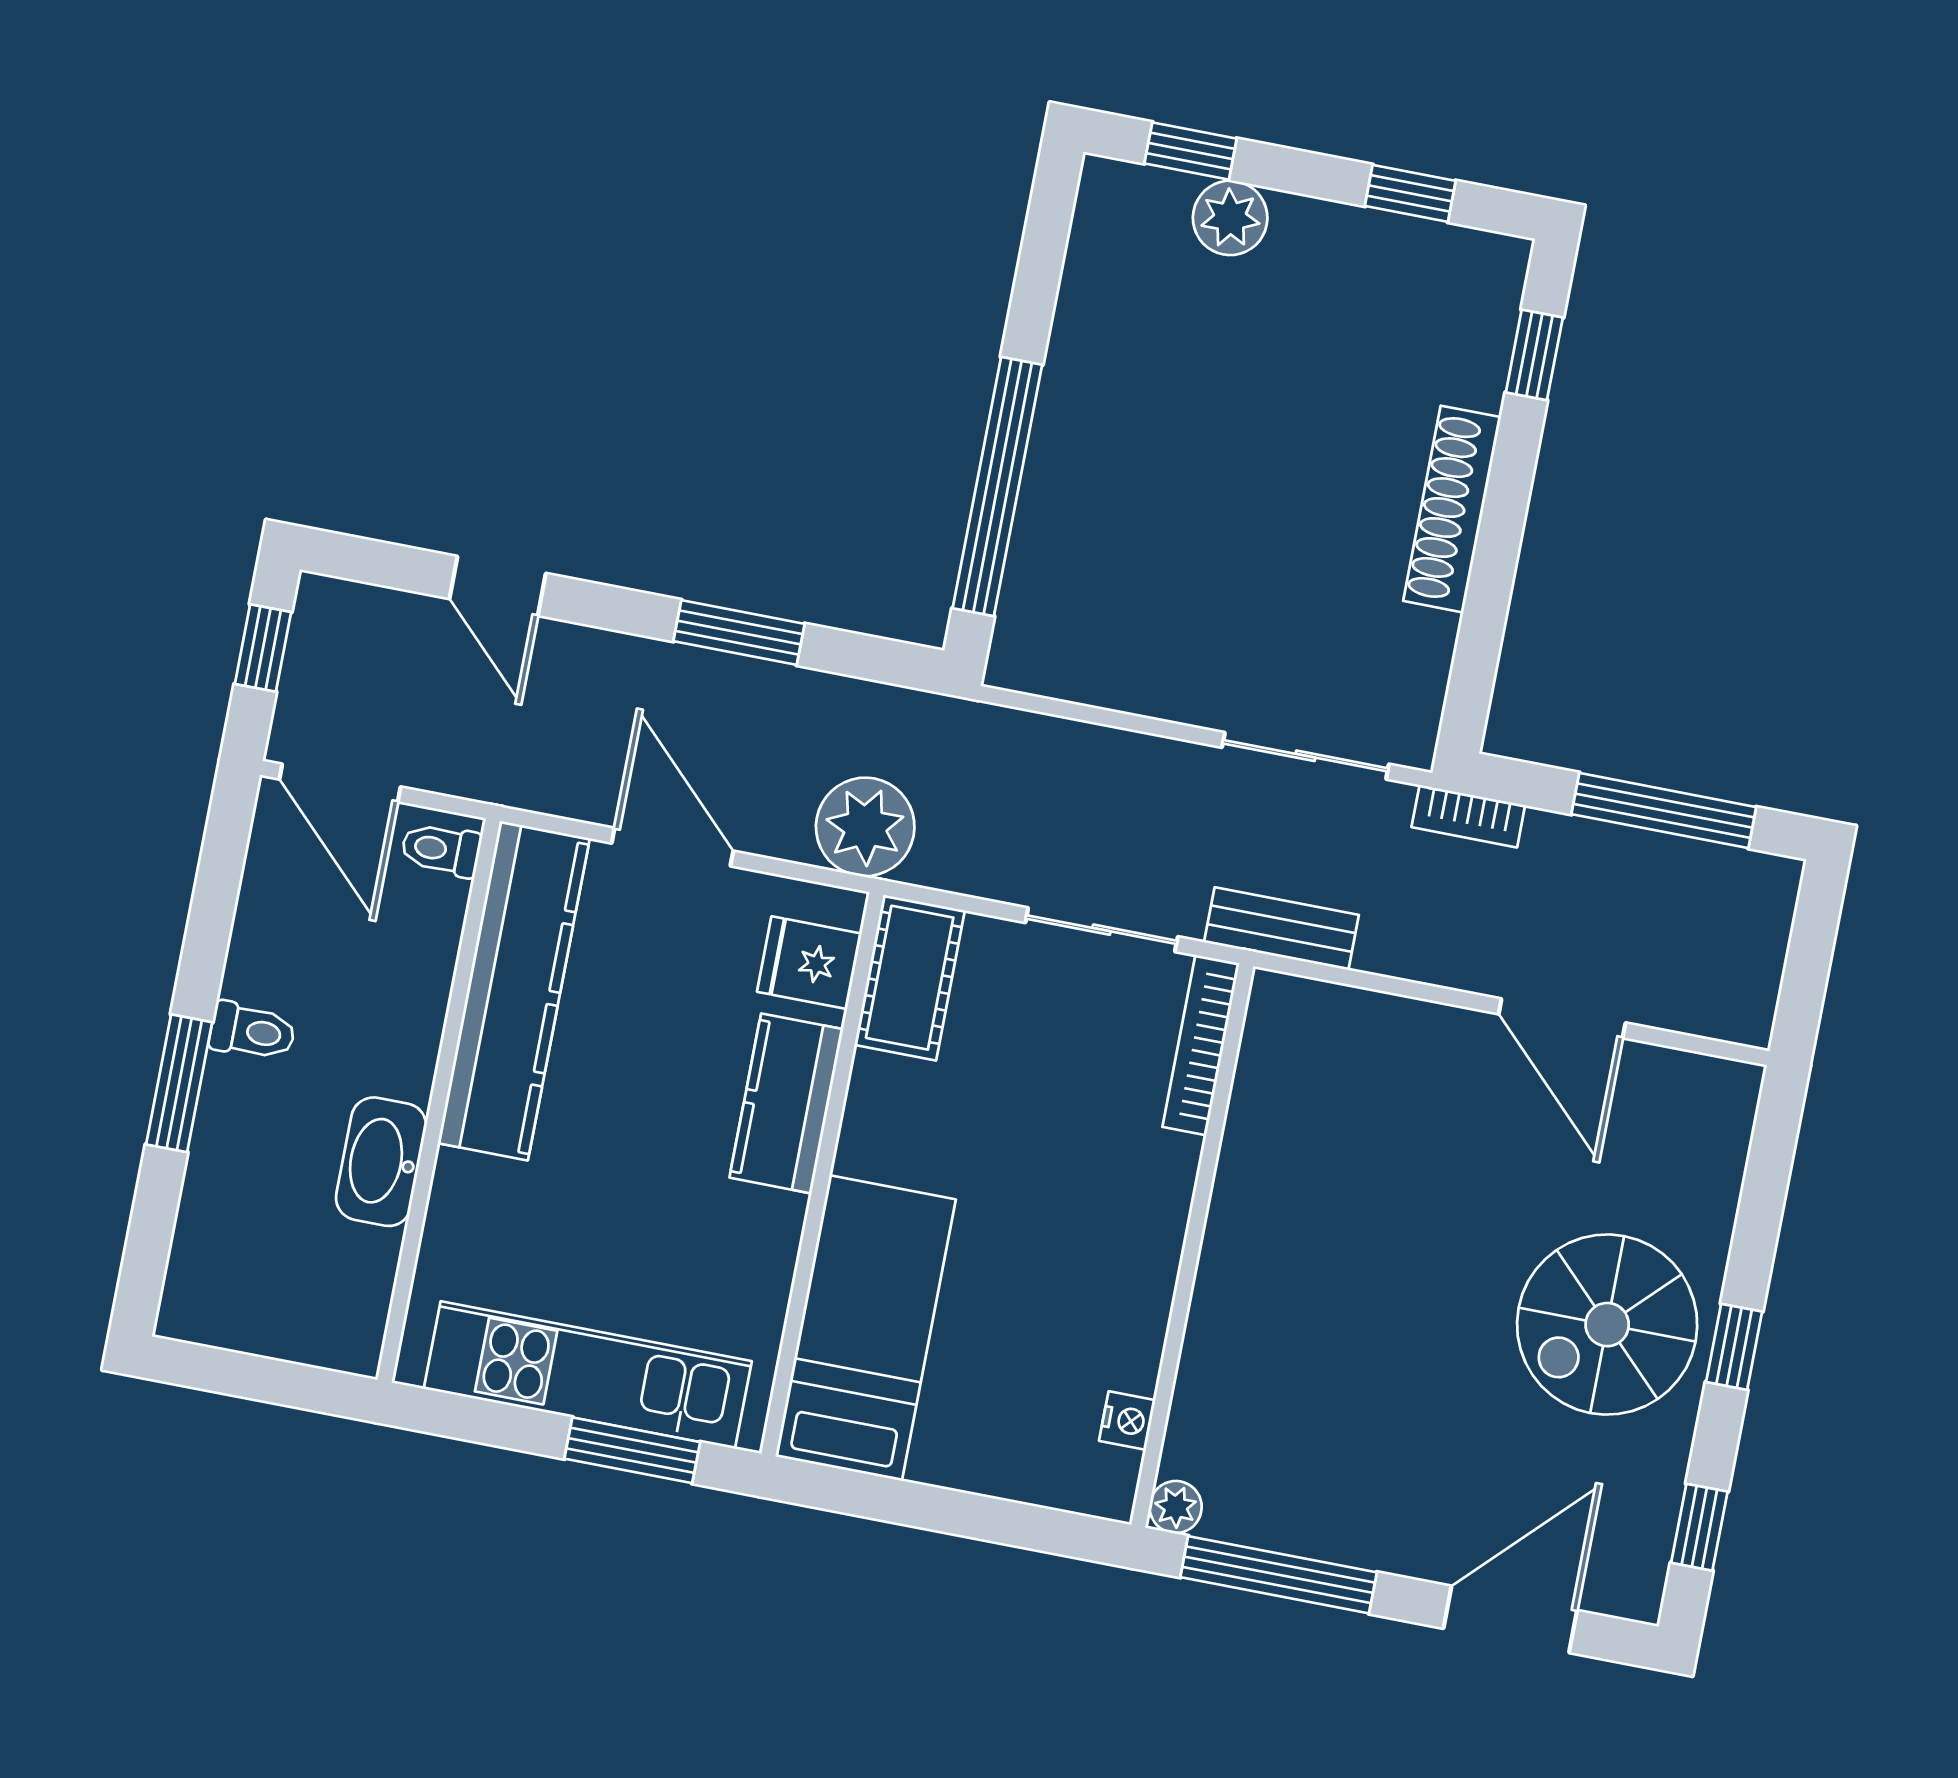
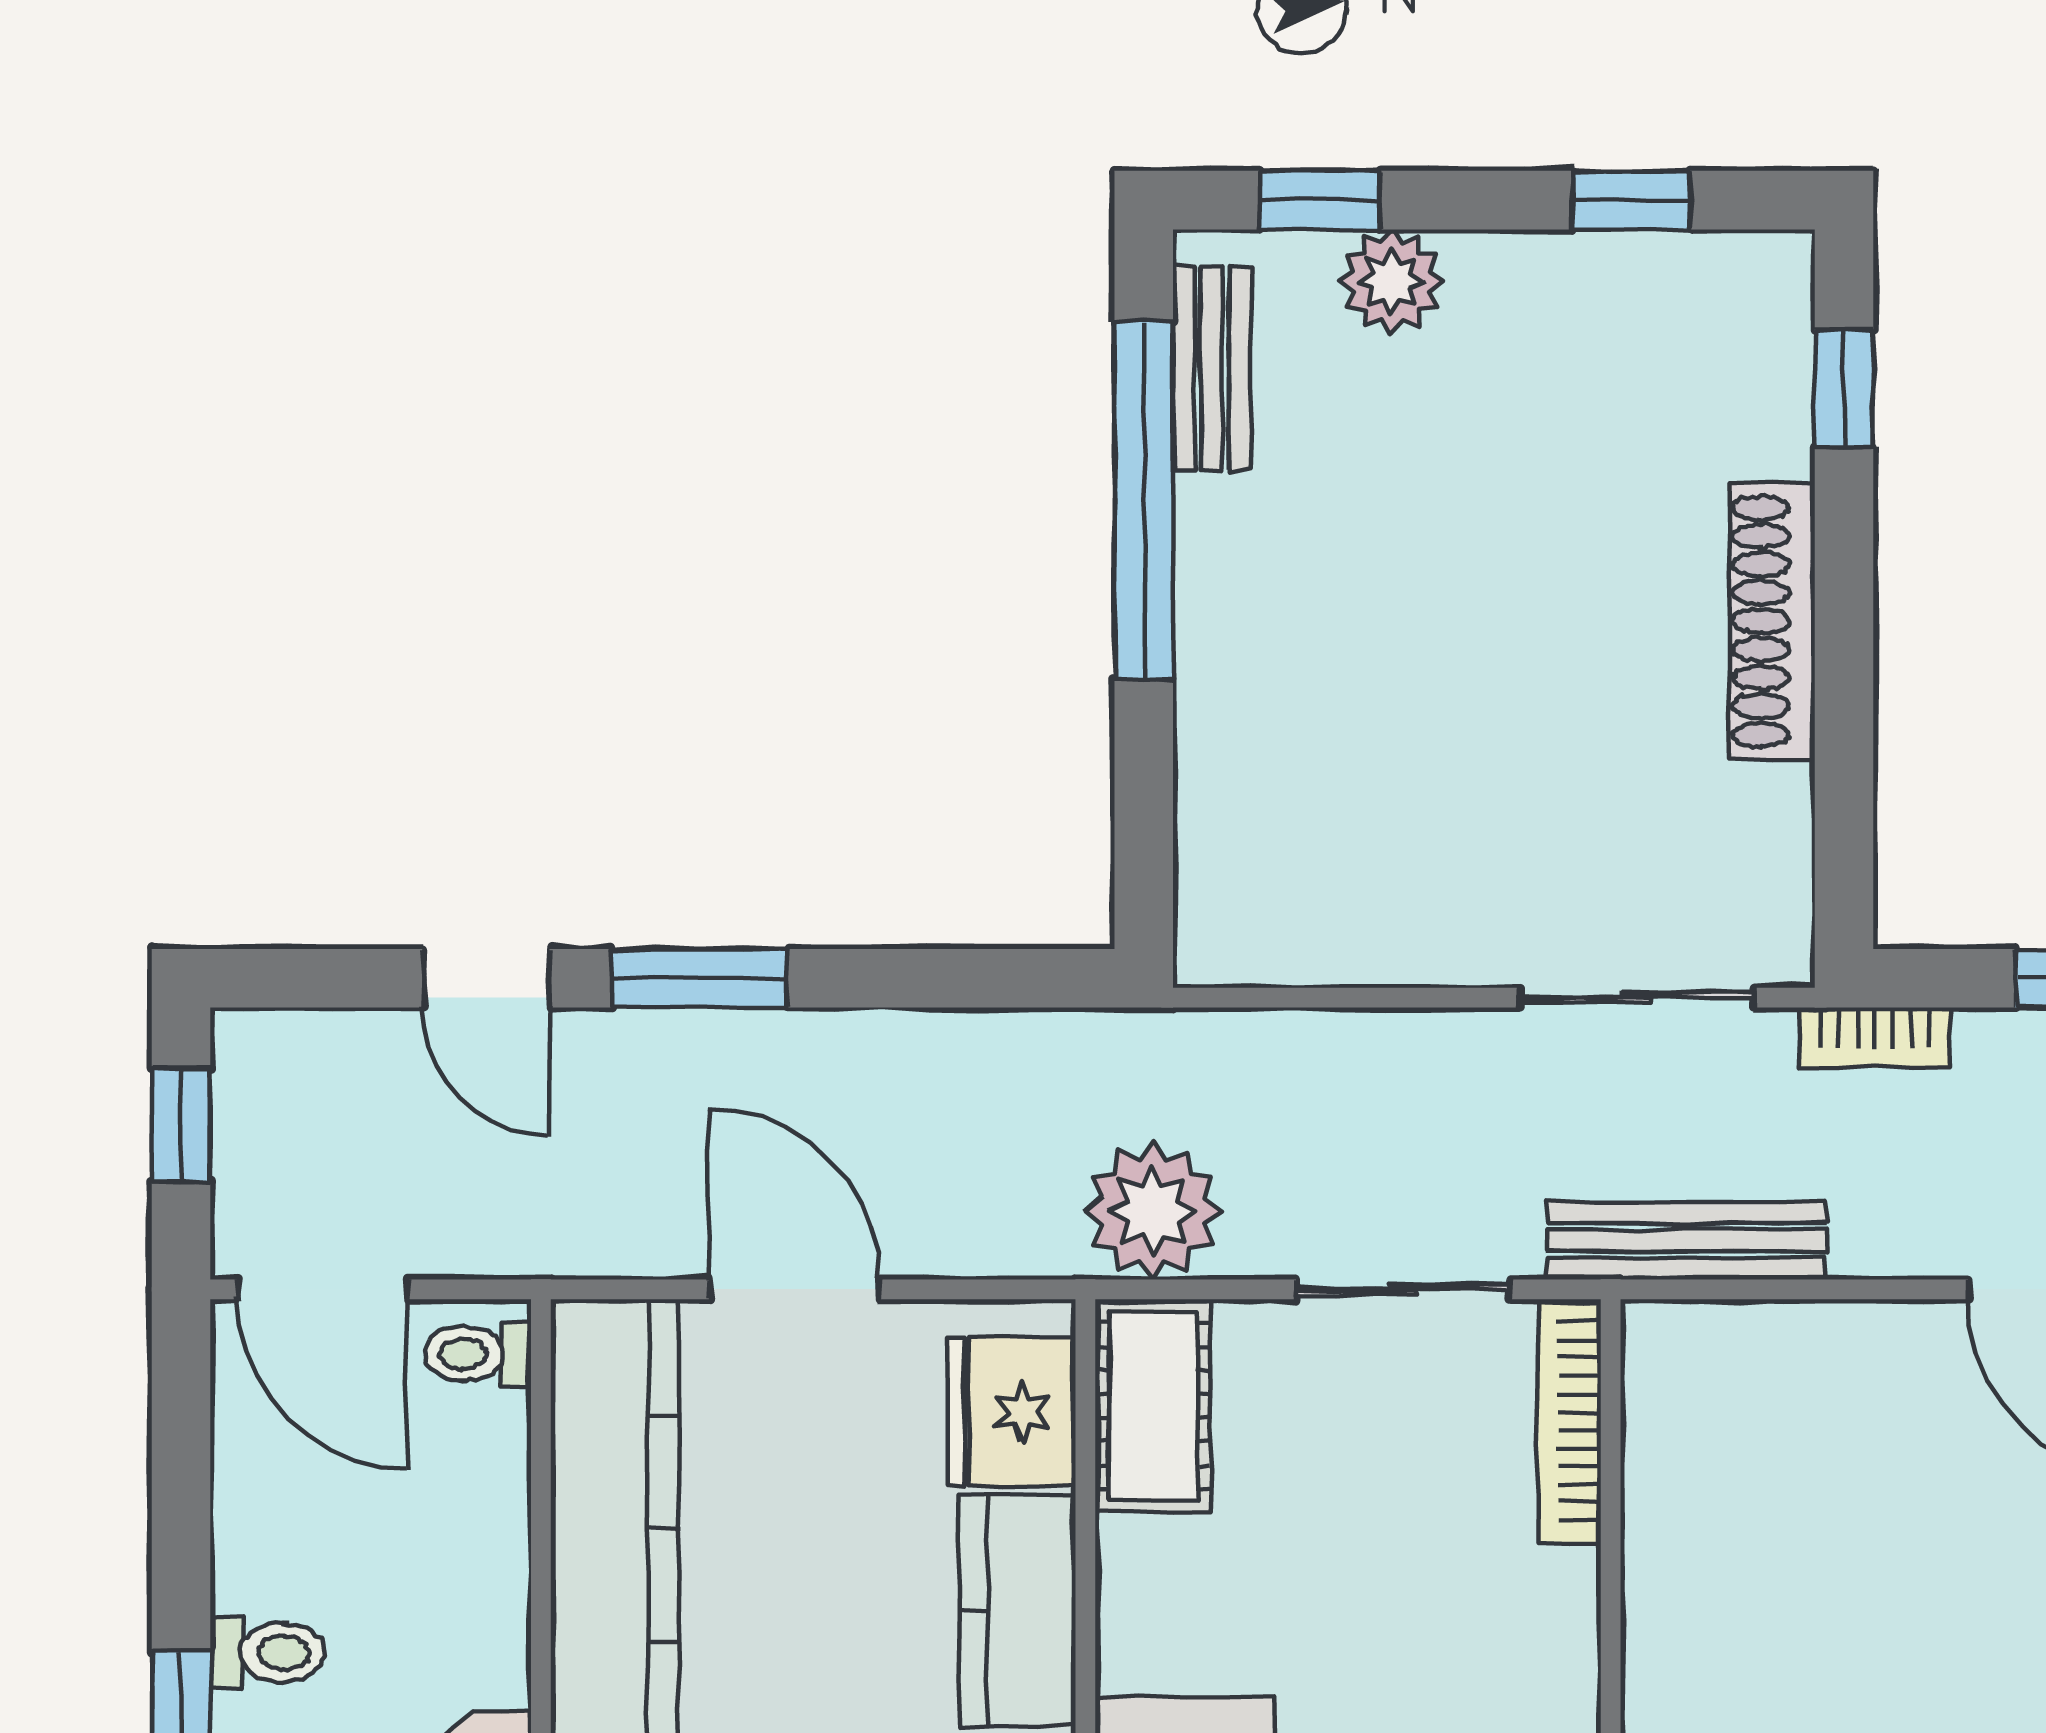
bench: (1092, 255) -> (1212, 368), added
window: (997, 487) -> (1144, 501), moved
window: (739, 632) -> (699, 978), moved
plant: (865, 827) -> (1152, 1211), moved
bench: (1281, 929) -> (1686, 1241), width x1.36
fridge: (809, 963) -> (1012, 1412), width x1.38

